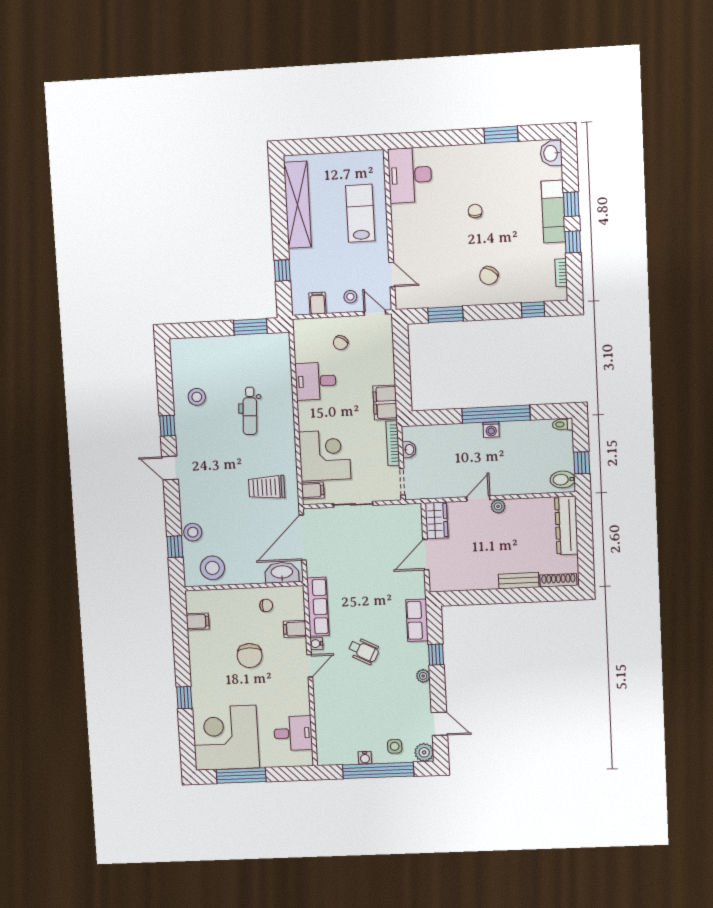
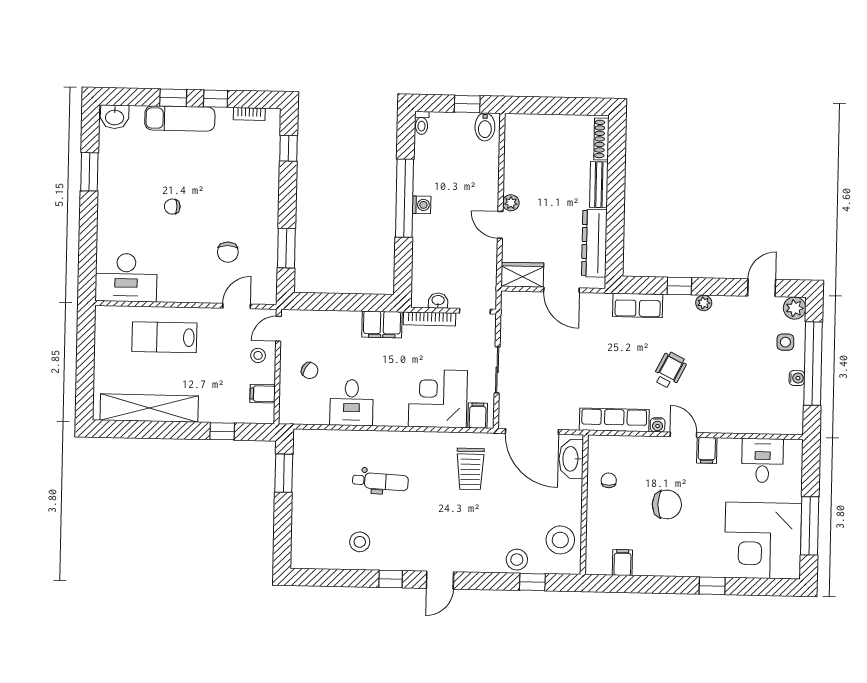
chair: (489, 276) -> (228, 252), moved, turned 59
dresser: (566, 525) -> (594, 243), moved, turned 90
filing cabinet: (295, 629) -> (707, 450), moved

